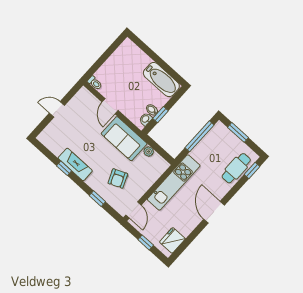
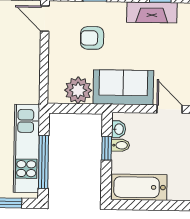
plant: (149, 151) -> (78, 90), width x1.88, depth x1.88
armchair: (118, 179) -> (92, 38), turned -67
kitchen unit: (174, 182) -> (27, 148), moved

